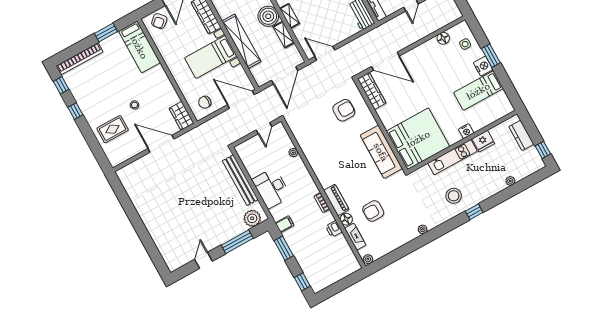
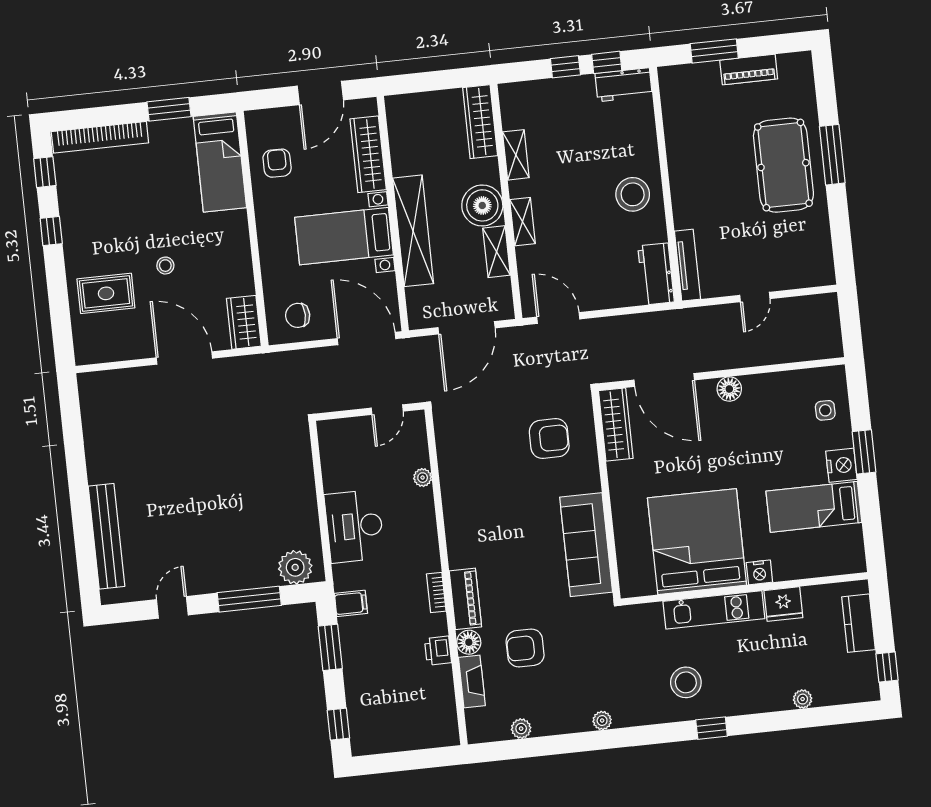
armchair: (159, 21) -> (277, 163), moved, turned 131
floor lamp: (443, 38) -> (729, 389), moved
bed: (418, 139) -> (697, 542), moved, turned -90
bench: (240, 180) -> (107, 536), moved
plant: (368, 259) -> (521, 729), moved

